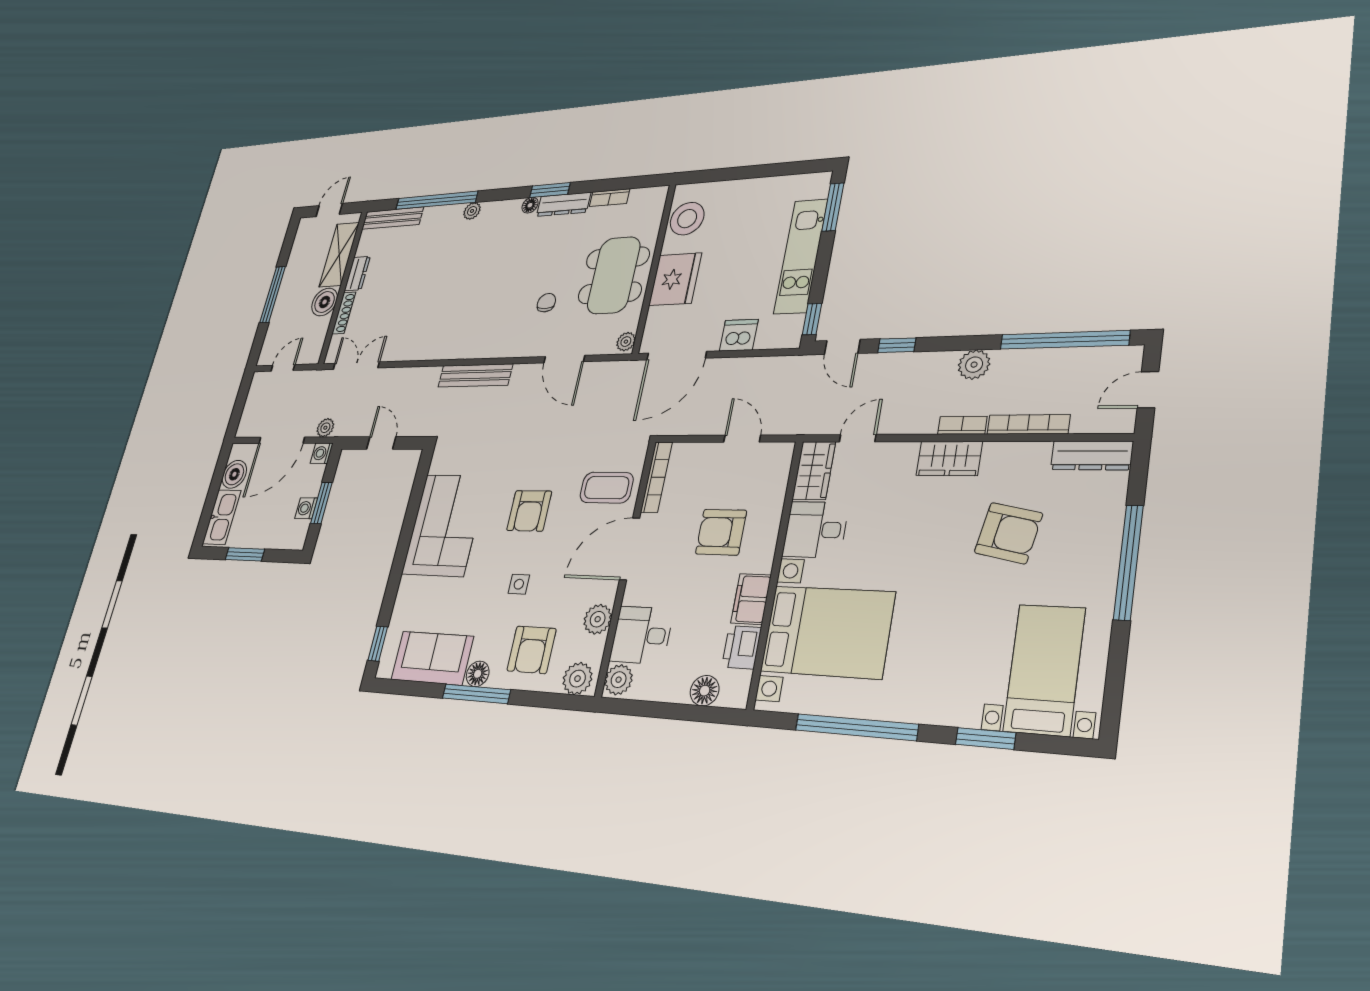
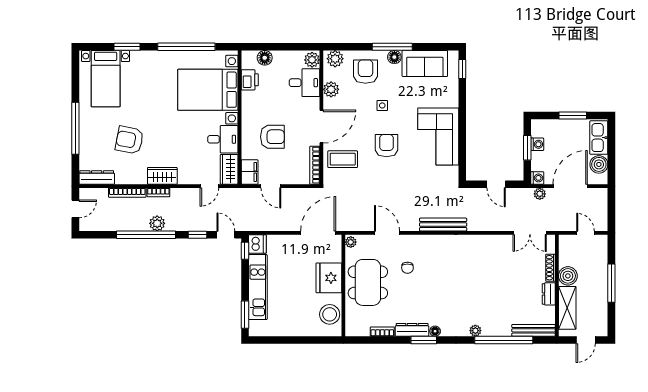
dishwasher: (739, 335) -> (257, 244), moved, turned -90
window: (1064, 340) -> (146, 235), moved
door: (283, 368) -> (586, 233), swing flipped
filing cabinet: (751, 599) -> (250, 172), moved

